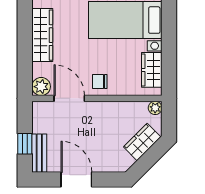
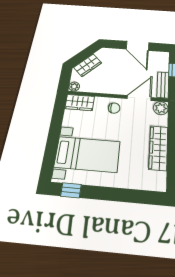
wardrobe: (152, 70) -> (80, 103), moved, turned 90
door: (69, 98) -> (139, 98), swing flipped
bench: (39, 153) -> (163, 85), moved

